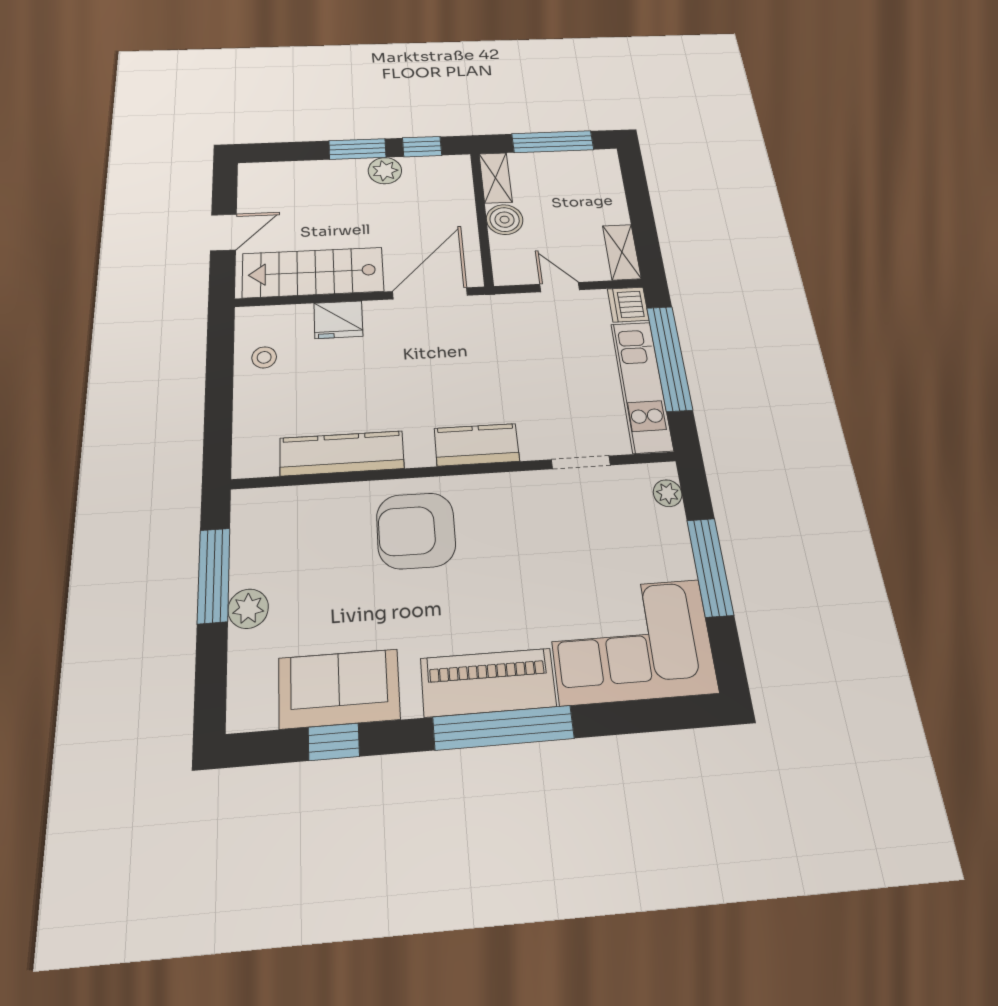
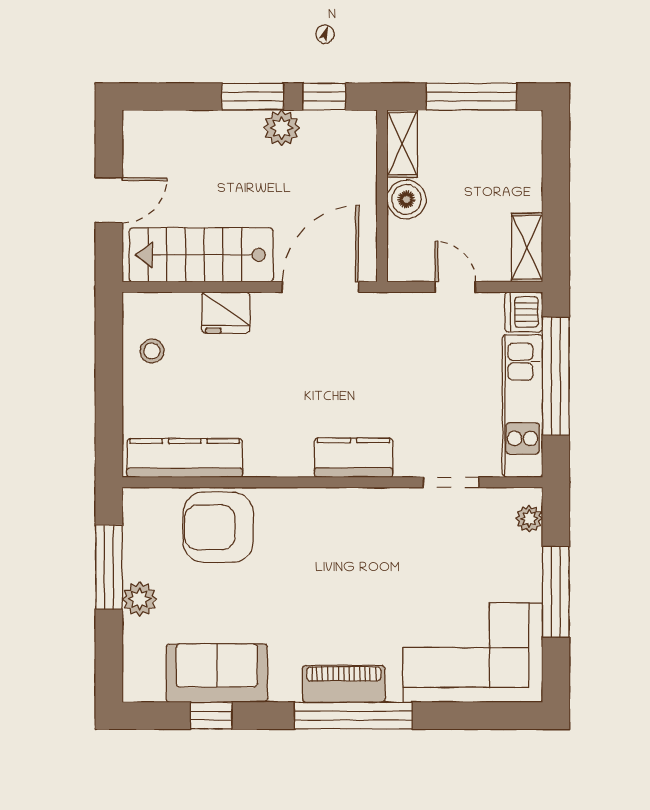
kitchen counter: (342, 453) -> (185, 458), moved
armchair: (416, 531) -> (218, 527), moved
piano: (488, 682) -> (344, 684), width x0.73, depth x0.75

